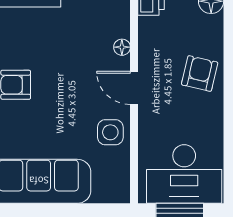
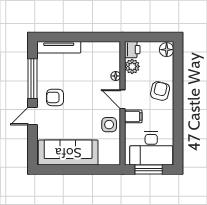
plant: (151, 31) -> (132, 66), added
filing cabinet: (153, 118) -> (133, 116), added

